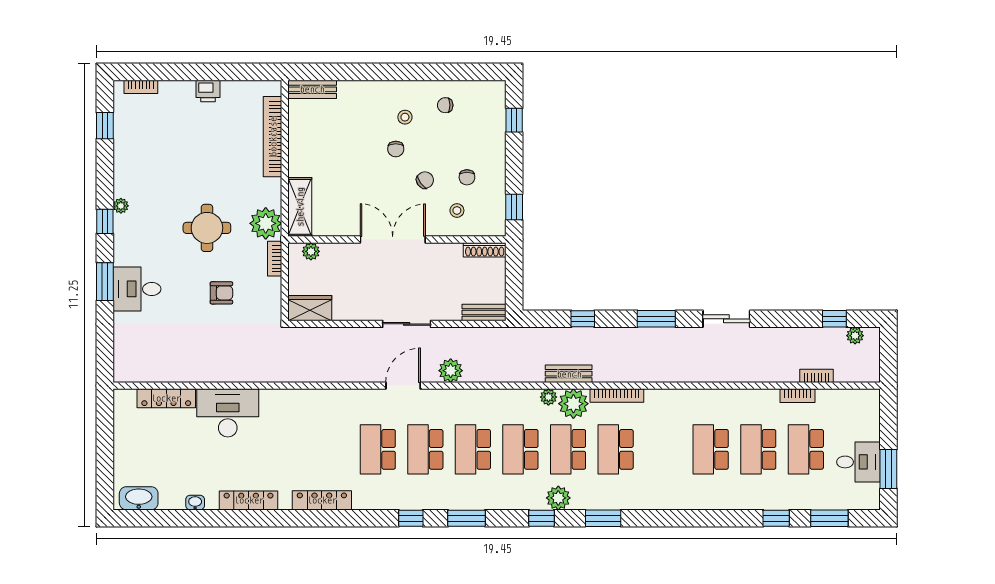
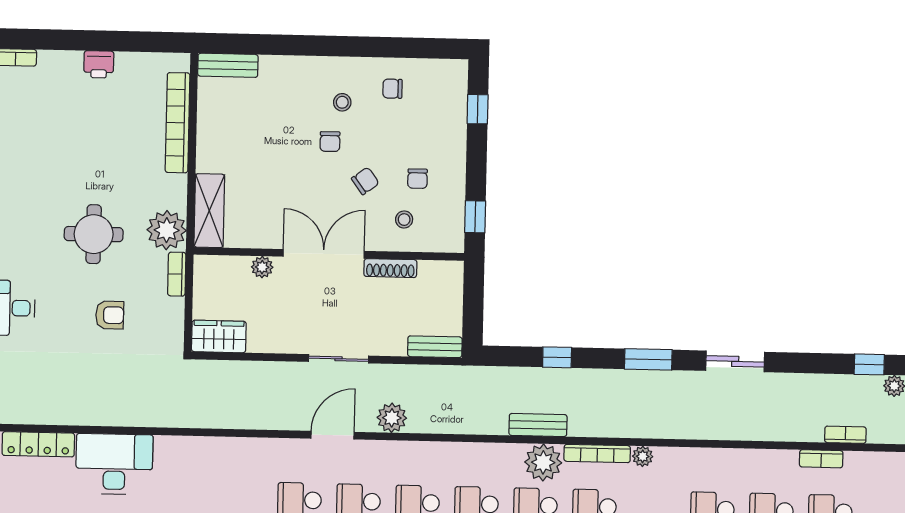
shoe rack: (485, 250) -> (390, 268), moved
plant: (311, 251) -> (262, 267), moved
plant: (548, 397) -> (643, 456), moved

